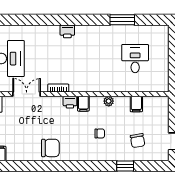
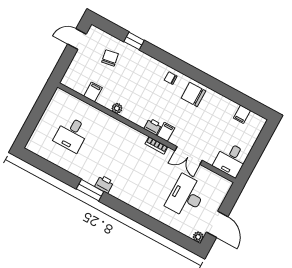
window: (122, 20) -> (90, 190), moved
printer: (67, 31) -> (104, 184), moved
filing cabinet: (83, 104) -> (166, 132), moved
chair: (100, 133) -> (171, 78), moved

